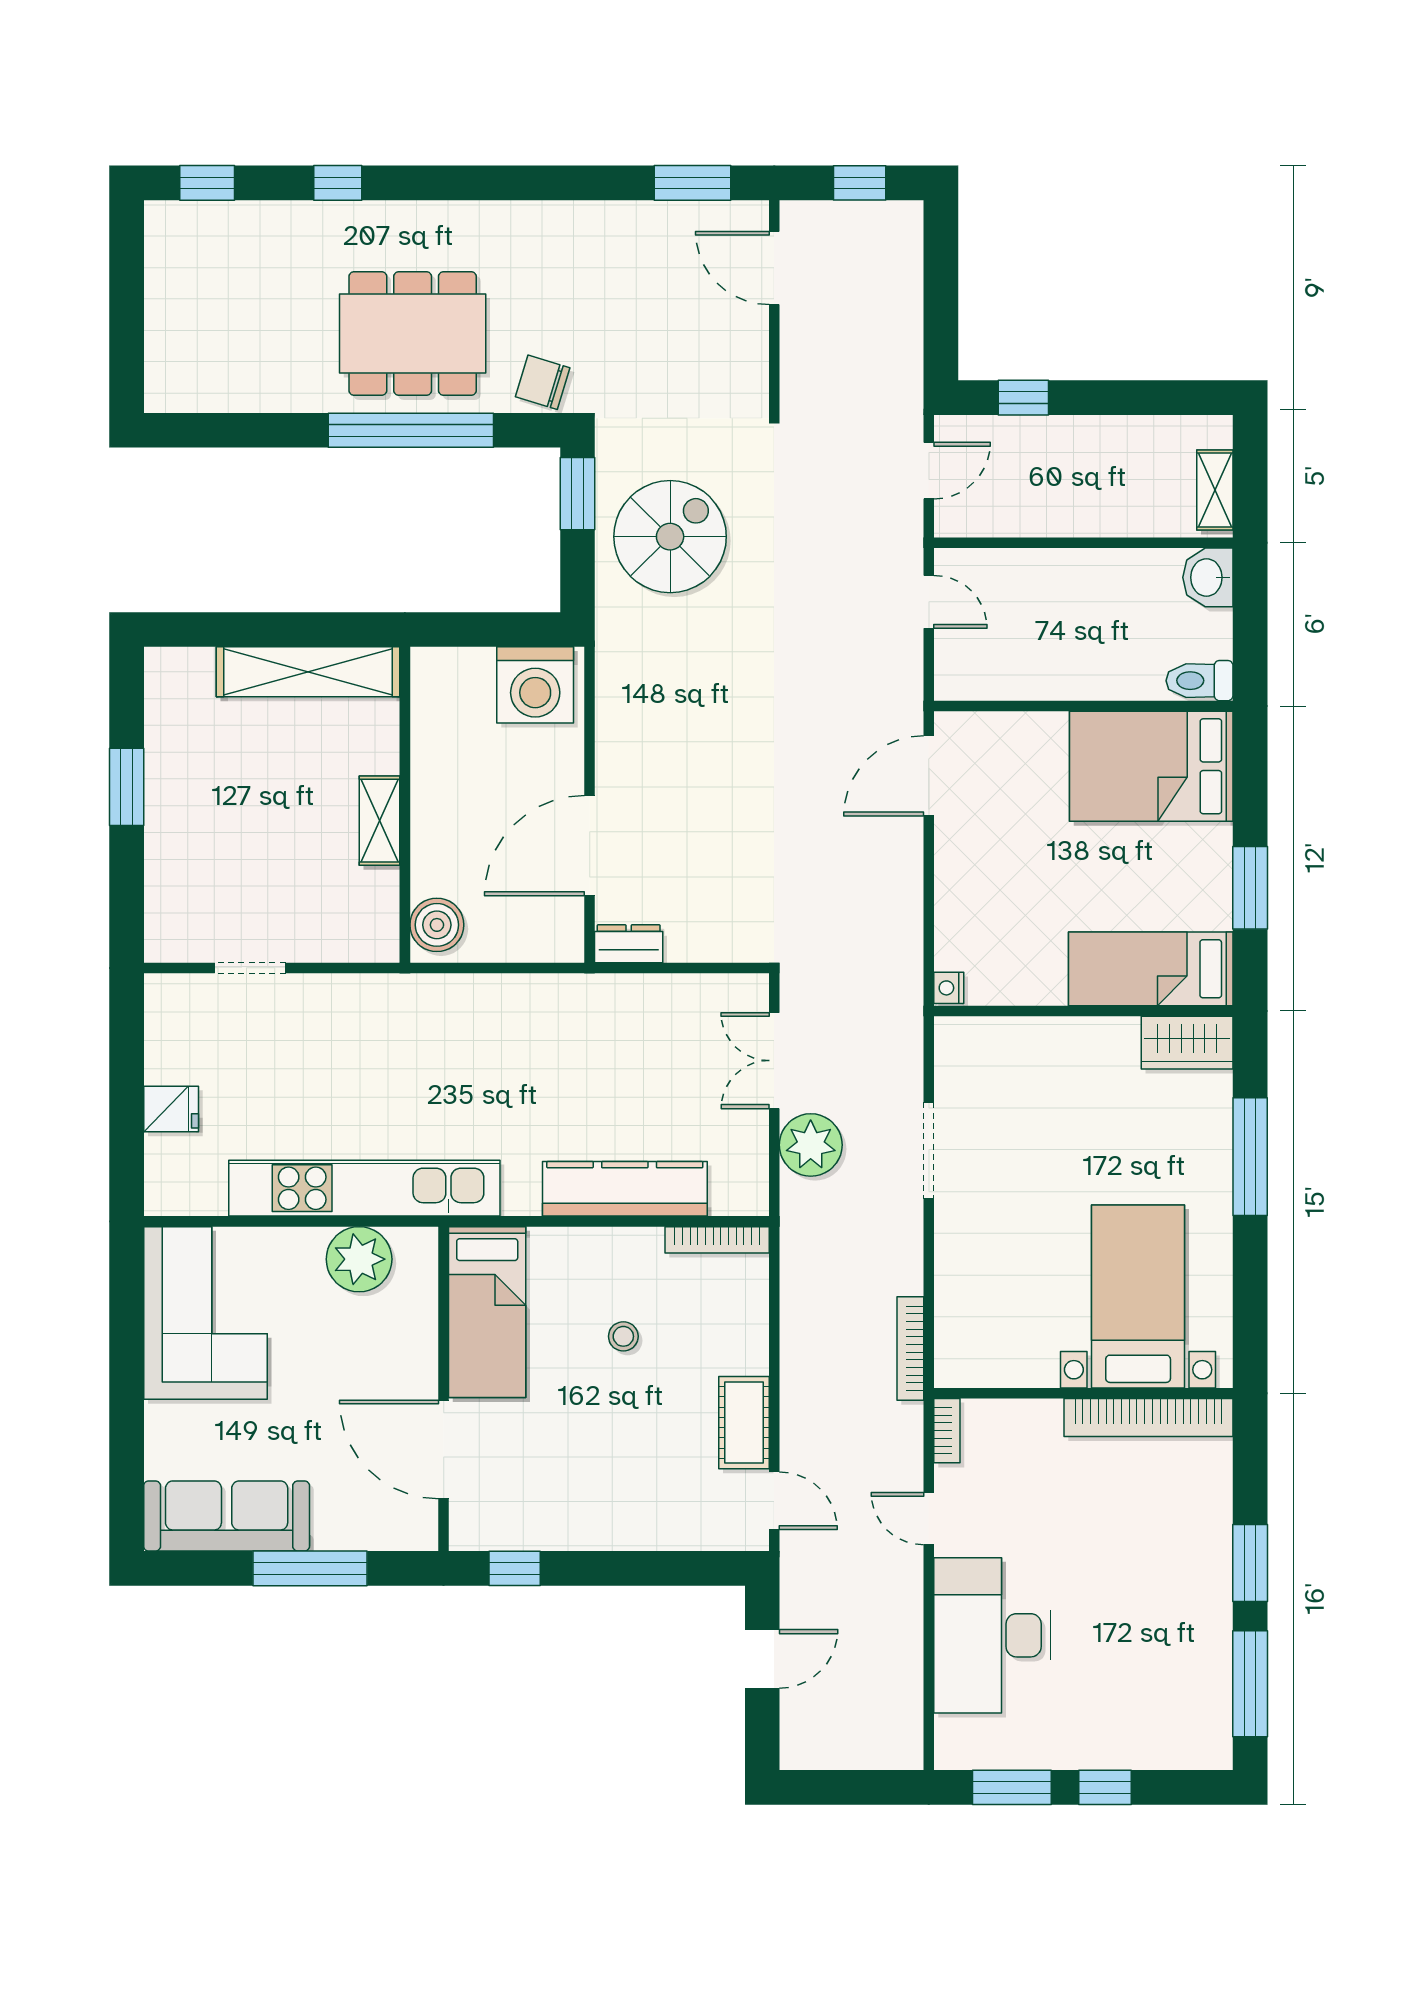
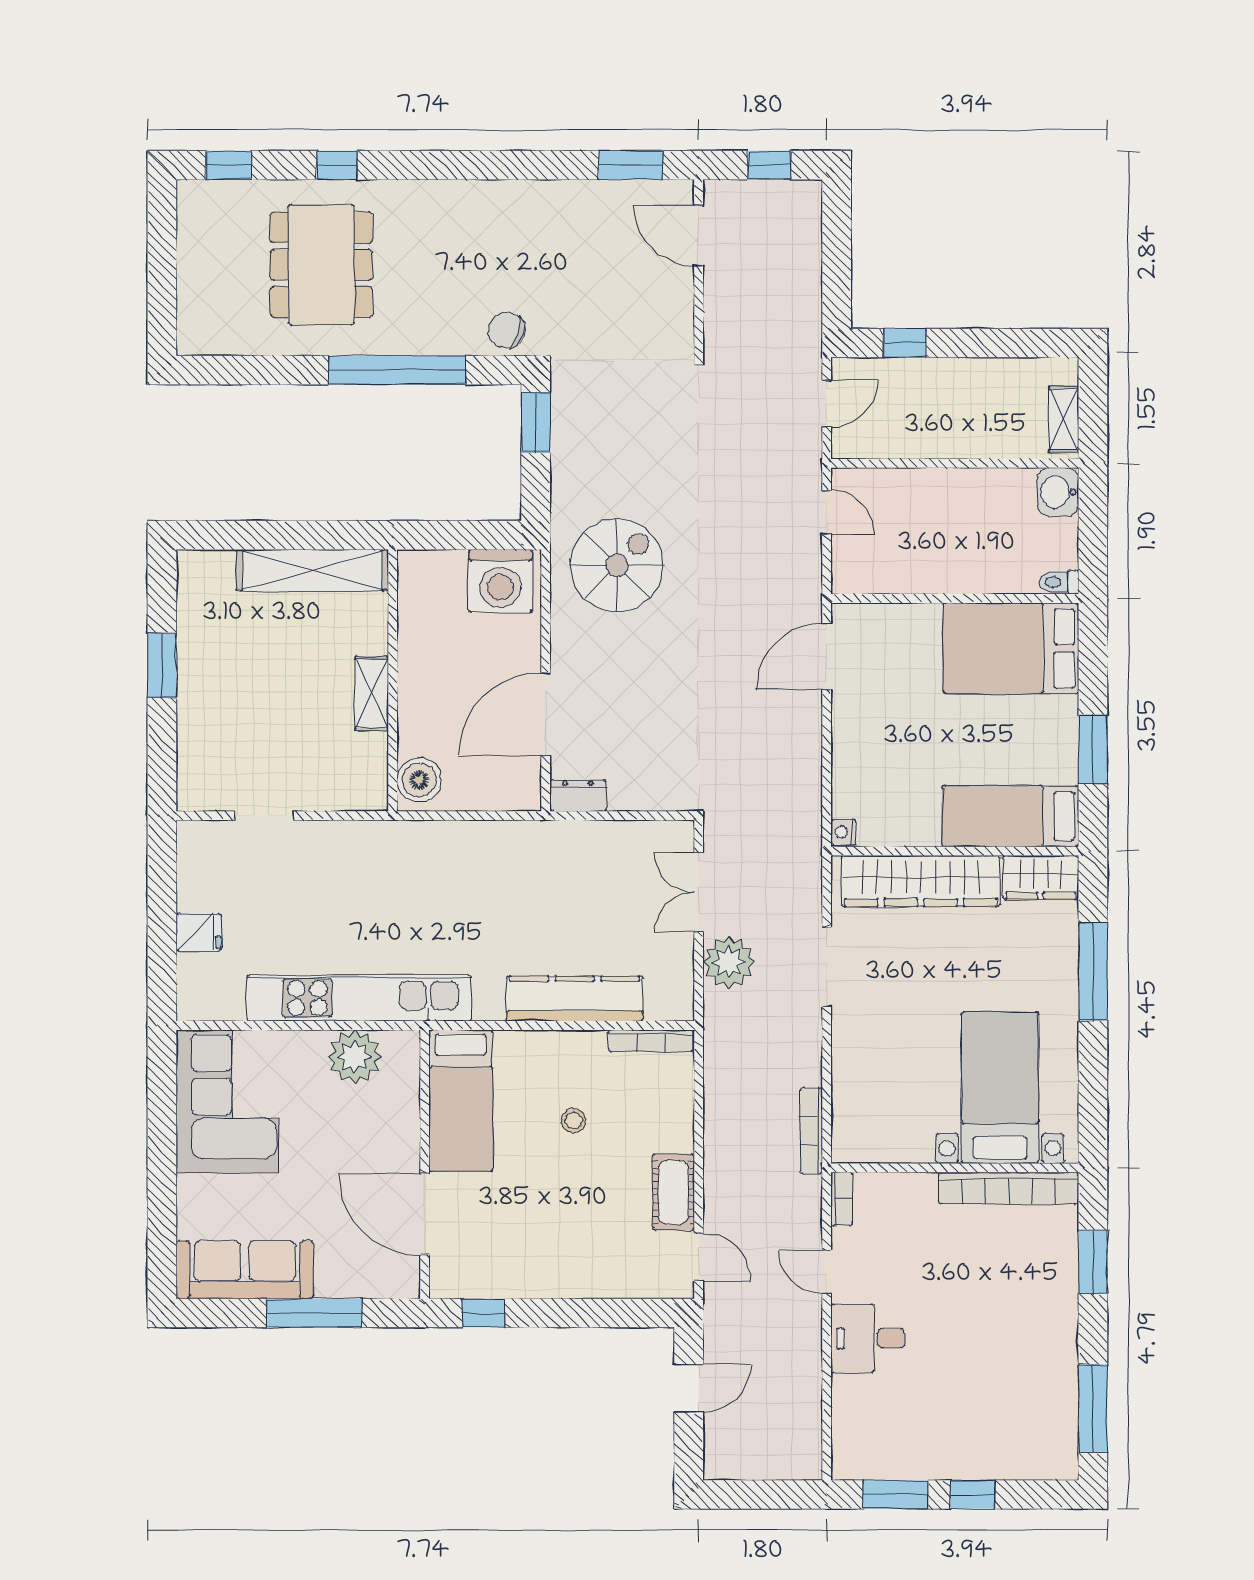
dining table: (413, 334) -> (321, 265), moved, turned 90
spiral stairs: (670, 537) -> (617, 565), moved
toilet: (1200, 681) -> (1059, 582), width x0.73, depth x0.72
wardrobe: (1042, 1047) -> (921, 881), added
window: (1250, 1563) -> (1093, 1262), moved
desk: (992, 1635) -> (868, 1338), width x0.53, depth x0.77

